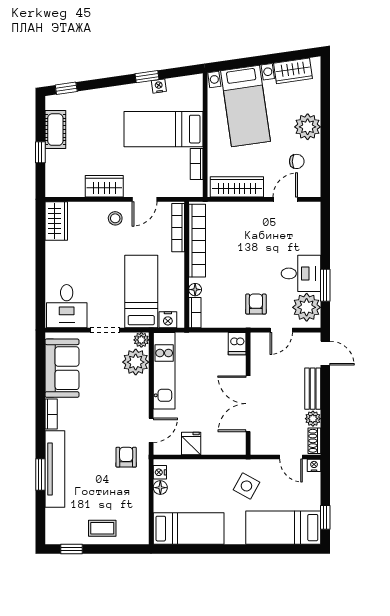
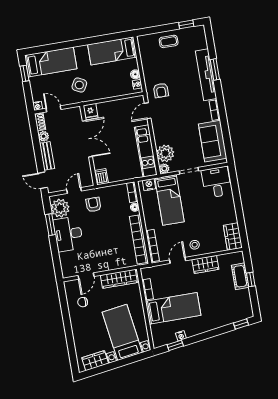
window: (147, 77) -> (175, 345), moved
plant: (308, 127) -> (80, 326), removed
cot: (55, 130) -> (240, 276), moved
desk: (301, 273) -> (68, 234), width x1.37
armchair: (256, 304) -> (93, 205), turned 180
fridge: (191, 443) -> (91, 112), moved

